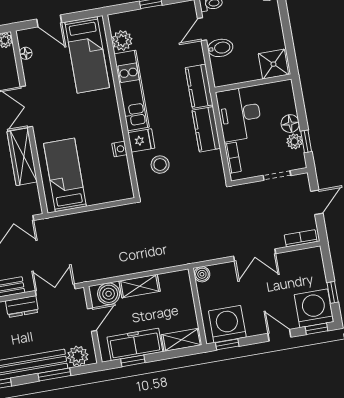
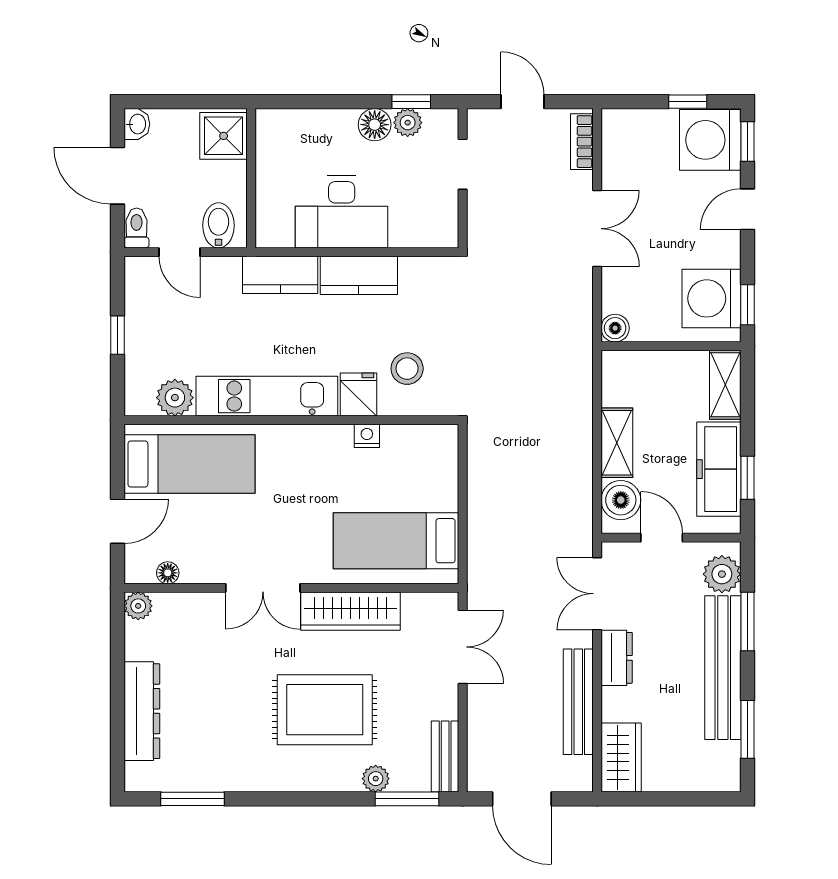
shower: (273, 64) -> (224, 136), moved
wall: (253, 83) -> (251, 178), moved
bookcase: (233, 158) -> (417, 237), removed

